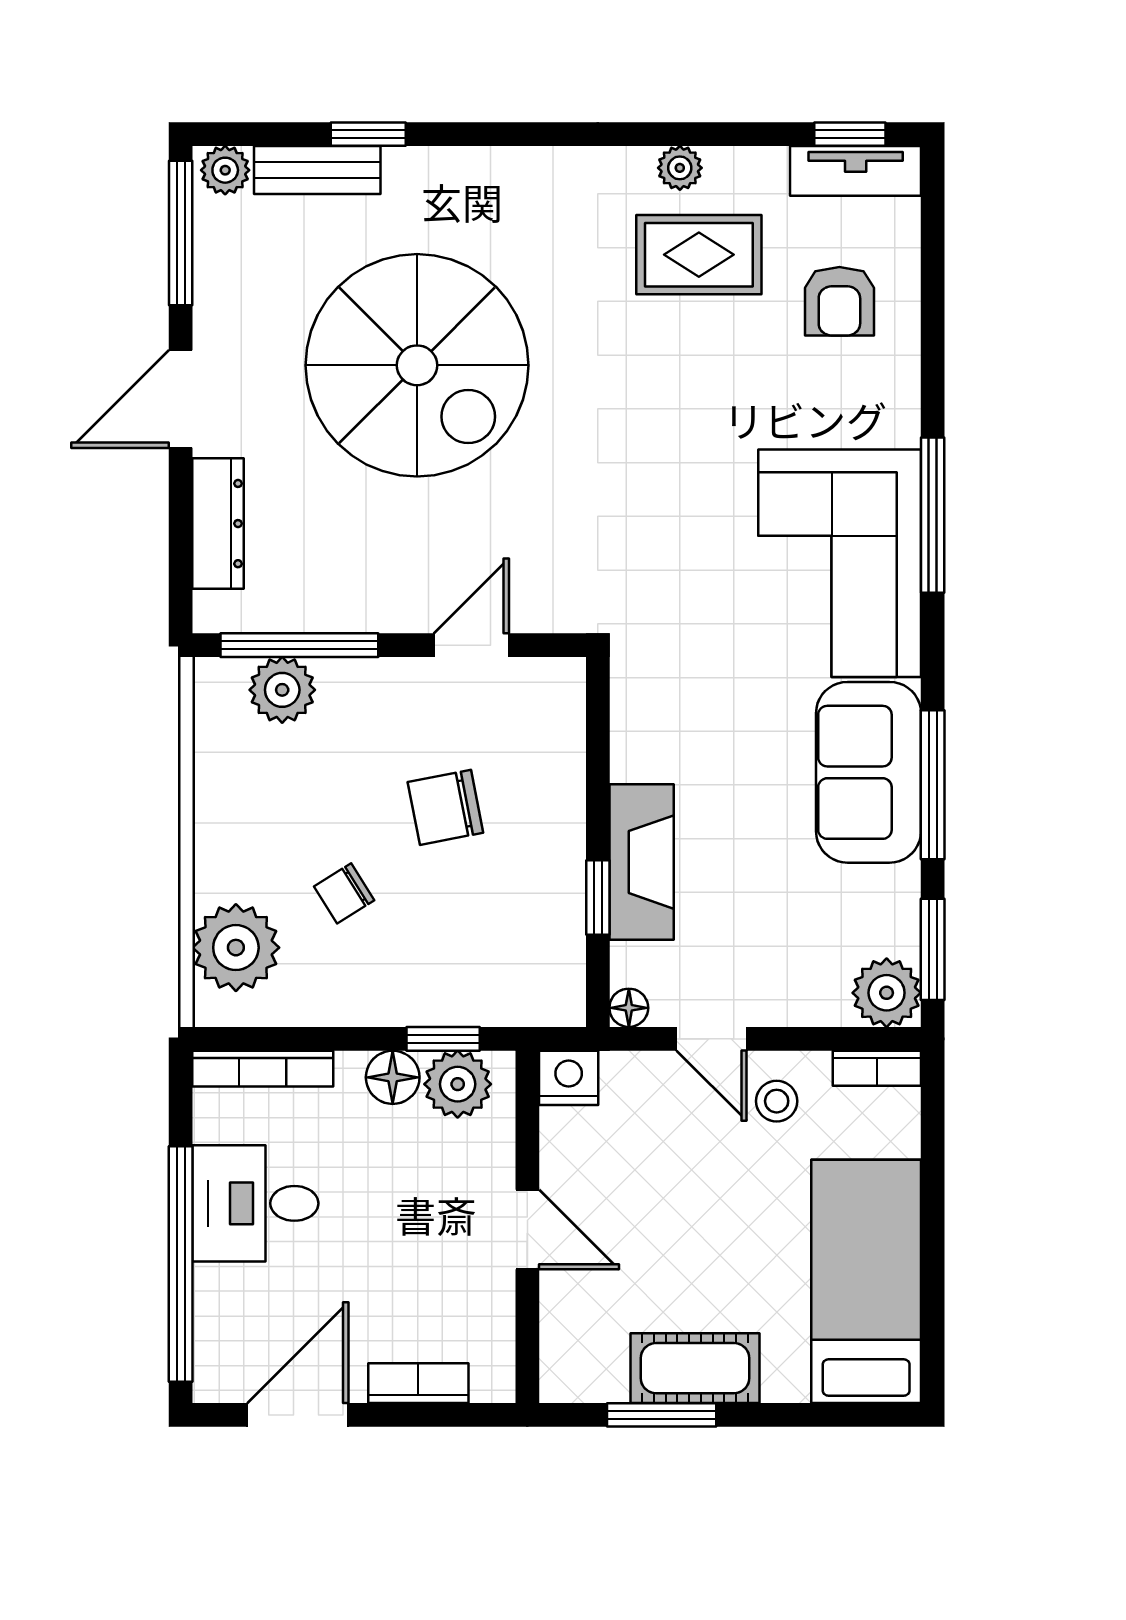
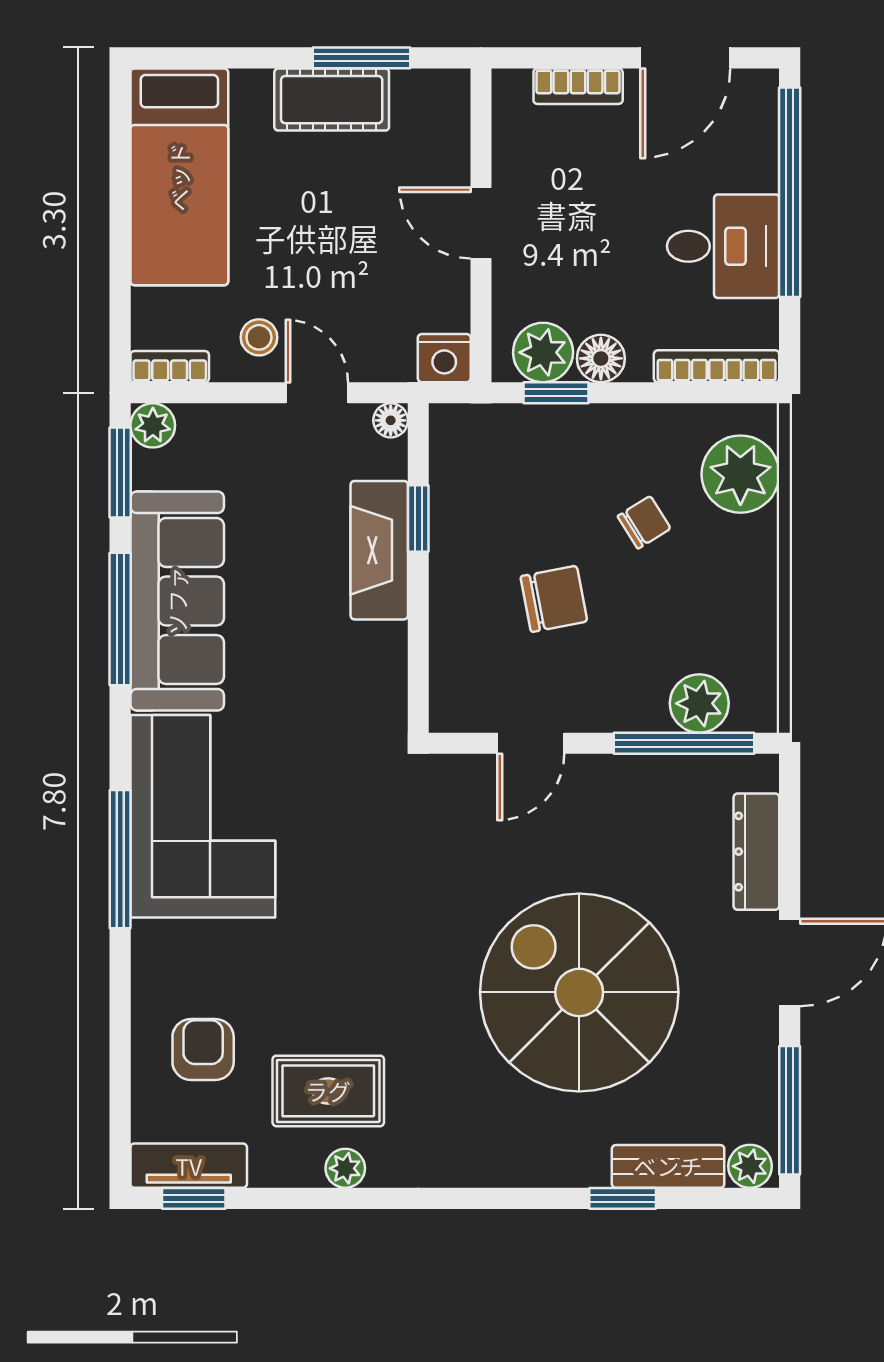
sofa: (869, 772) -> (177, 601), width x1.36
plant: (887, 993) -> (153, 425), width x0.73, depth x0.73

